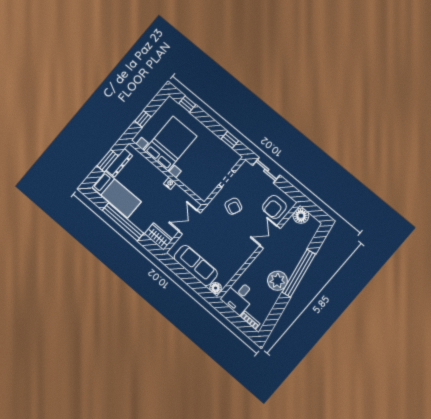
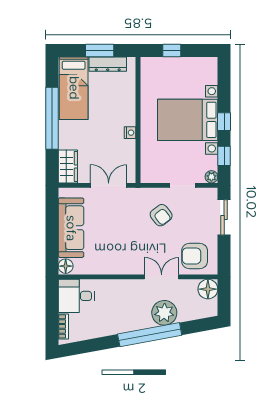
window: (187, 104) -> (224, 122), moved
bed with nightstands: (170, 143) -> (188, 120), moved, turned 180
plant: (236, 157) -> (211, 177), added
armchair: (233, 206) -> (161, 215), turned -61
plant: (277, 281) -> (164, 313), moved

